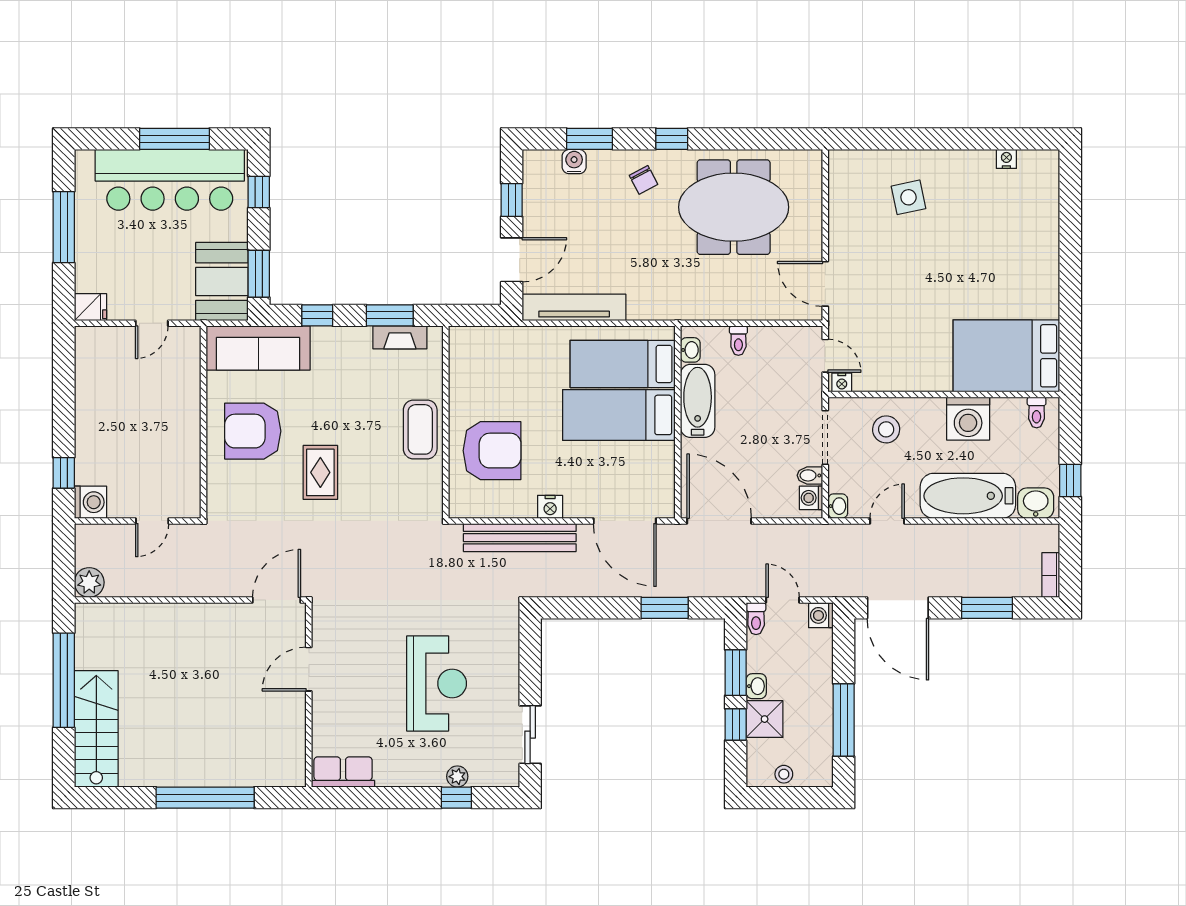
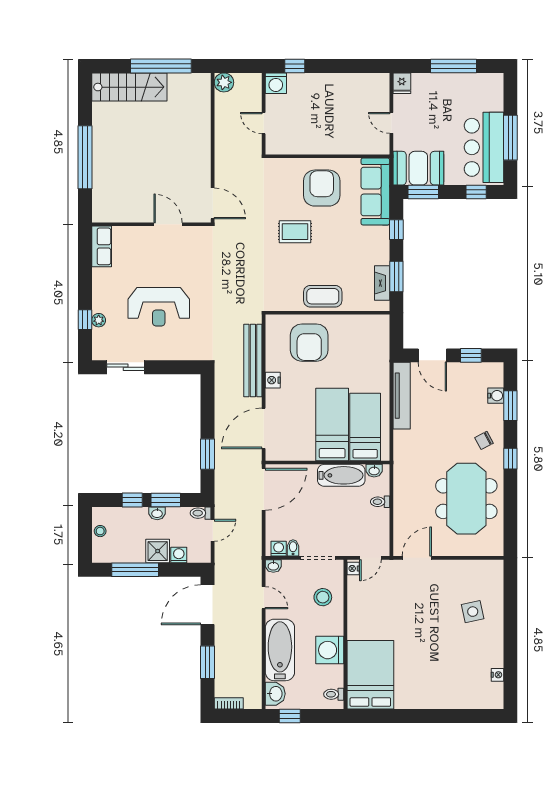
bar counter: (170, 180) -> (484, 147), width x0.73
washing machine: (821, 615) -> (179, 555), moved
shower: (765, 719) -> (158, 551), moved

